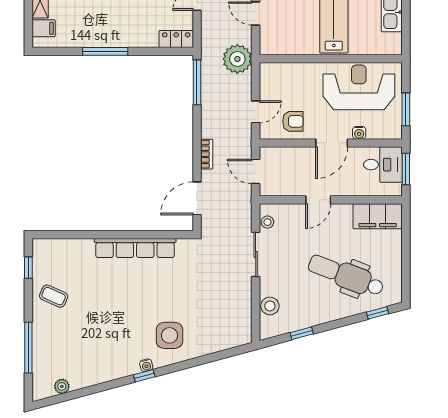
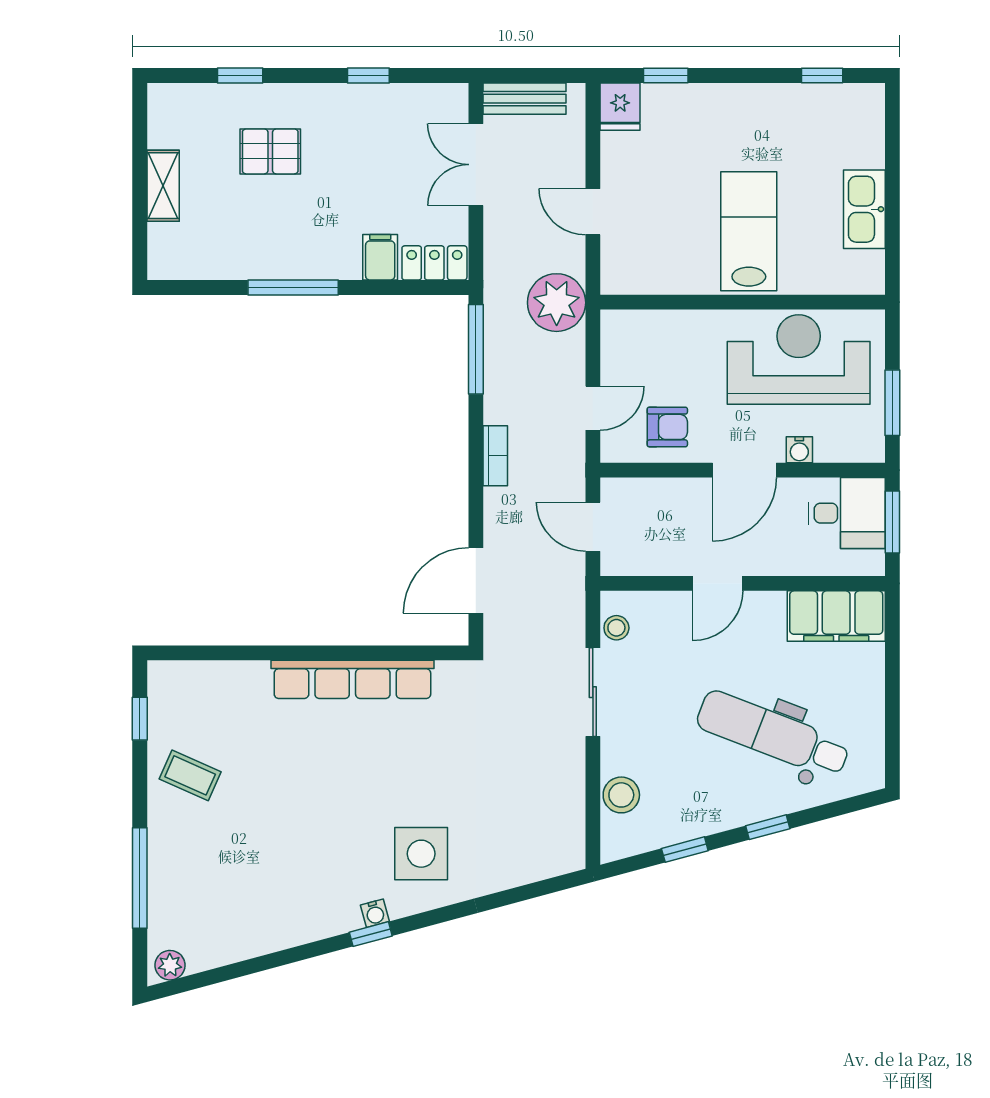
filing cabinet: (44, 28) -> (380, 257), moved, turned -90
bookcase: (207, 154) -> (495, 456), moved
window: (378, 313) -> (768, 827), moved
plant: (62, 386) -> (170, 965), moved

